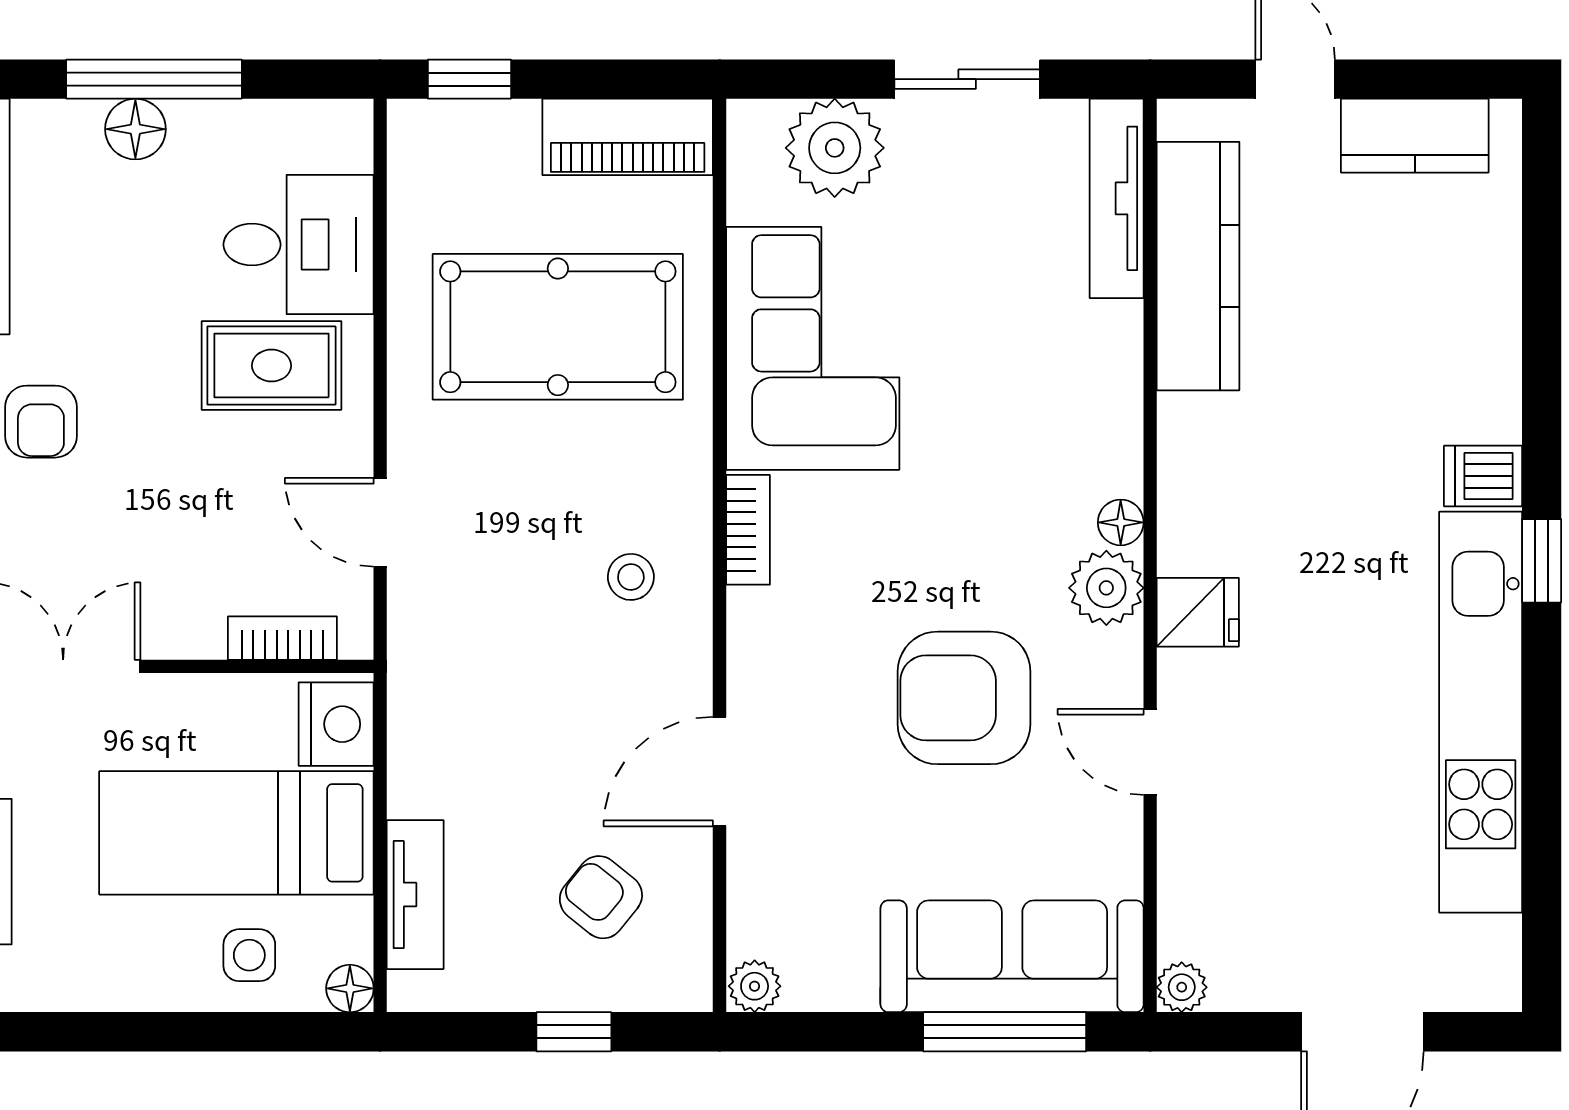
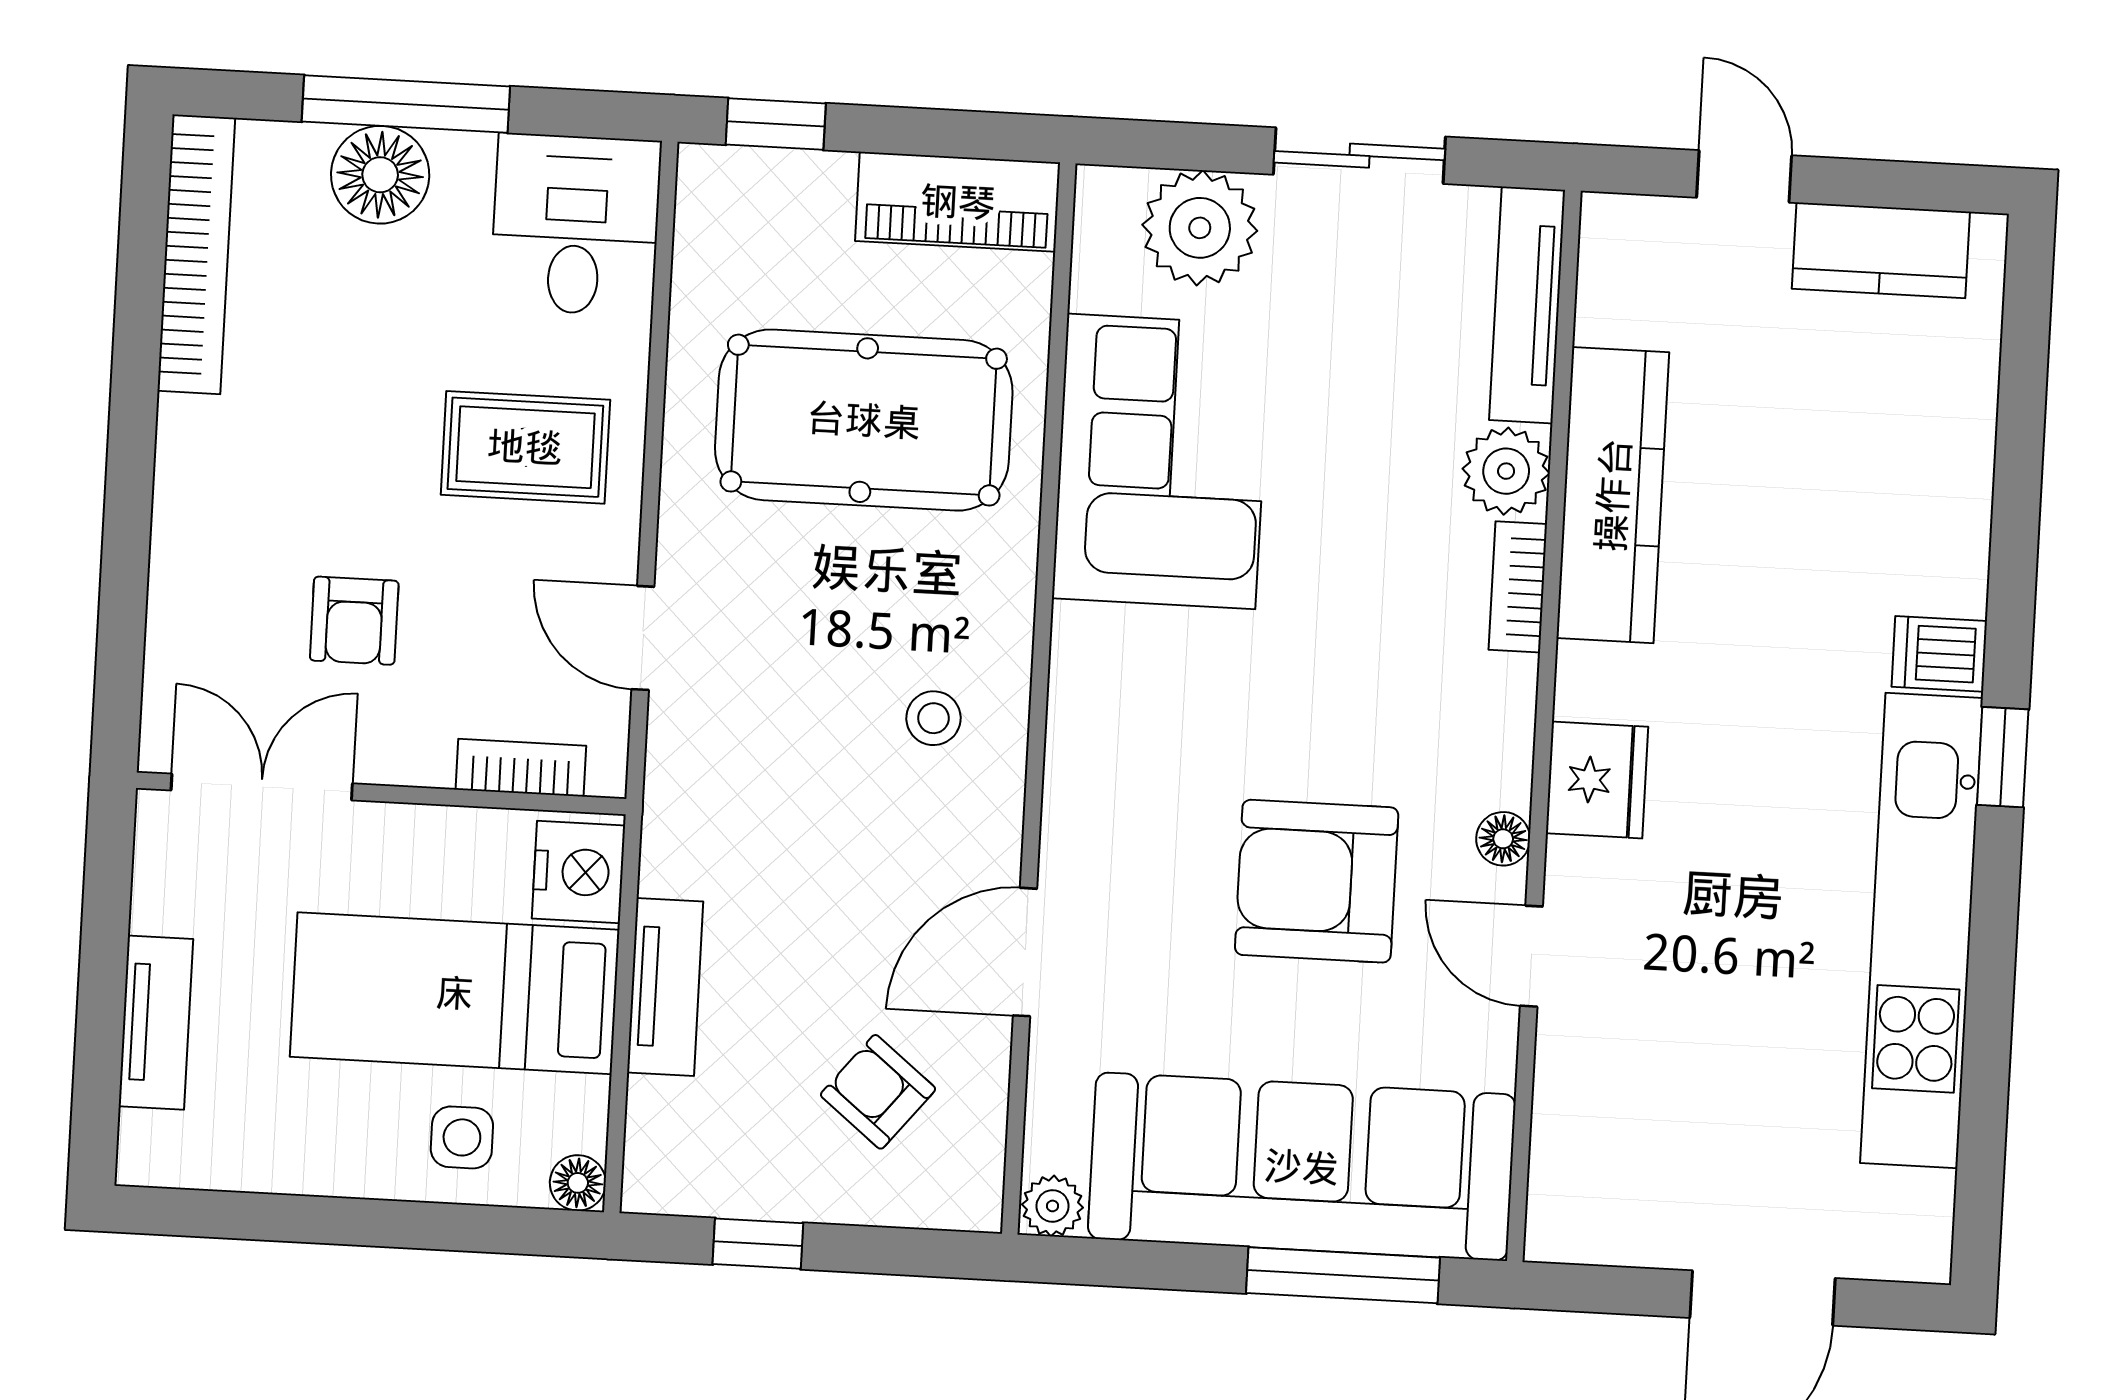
floor lamp: (135, 129) -> (380, 175), width x1.38, depth x1.38
desk: (299, 245) -> (576, 225), moved, turned -90
kitchen counter: (1198, 266) -> (1613, 495), moved
armchair: (41, 422) -> (354, 621), moved
floor lamp: (1121, 522) -> (1503, 839), moved
bookcase: (748, 530) -> (1518, 587), moved, turned 180
plant: (1106, 588) -> (1506, 471), moved
fridge: (1198, 612) -> (1597, 780), width x1.38
tv unit: (415, 895) -> (665, 987), moved
sofa: (1012, 956) -> (1302, 1167), width x1.36, depth x1.27
plant: (1182, 987) -> (1553, 1234), removed
window: (574, 1032) -> (758, 1244), moved

